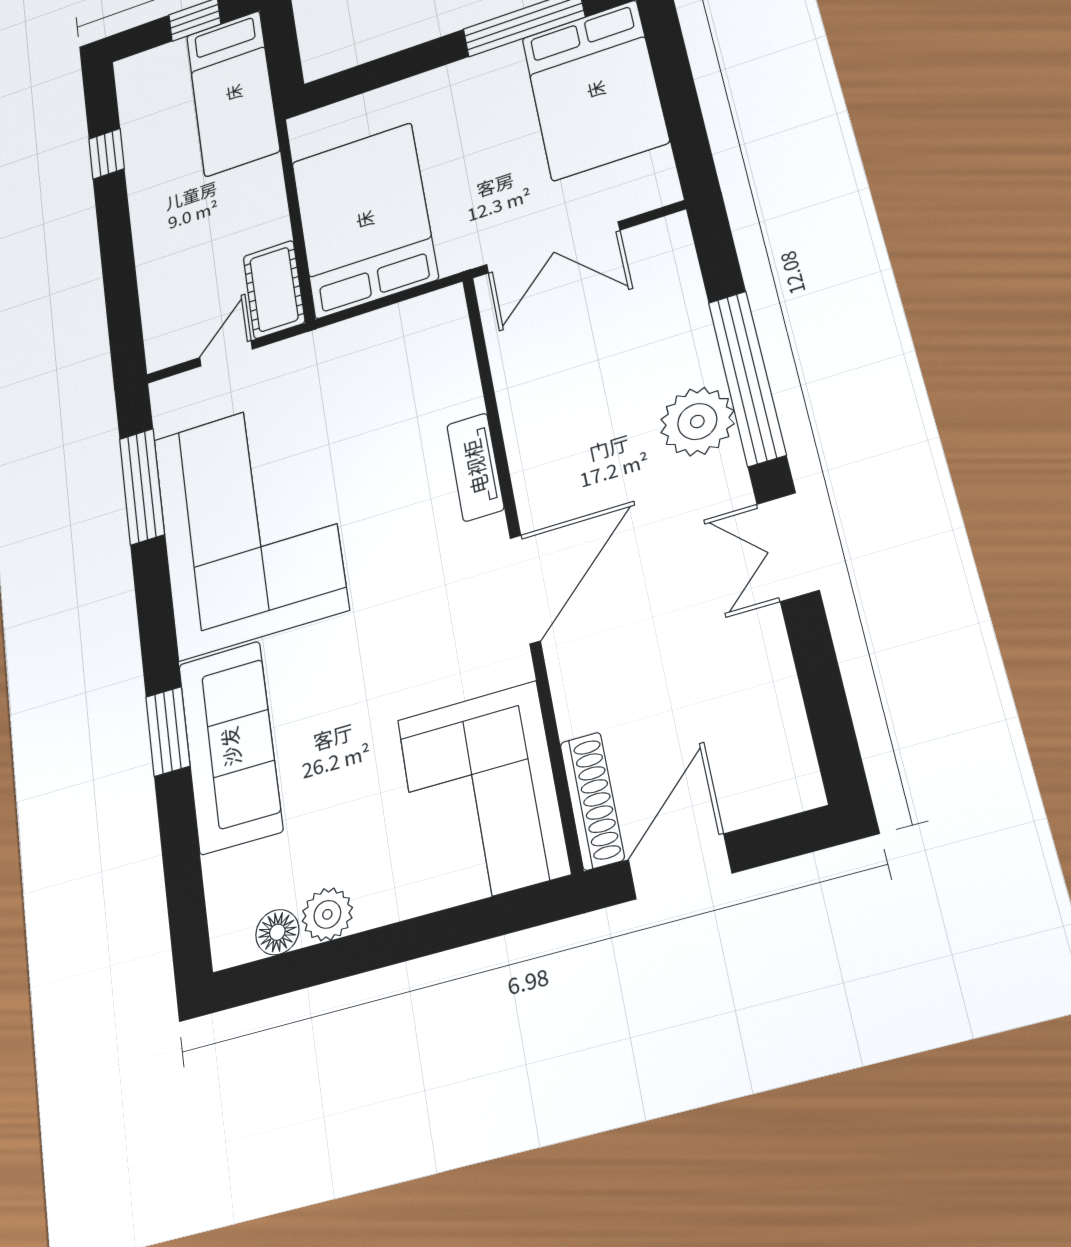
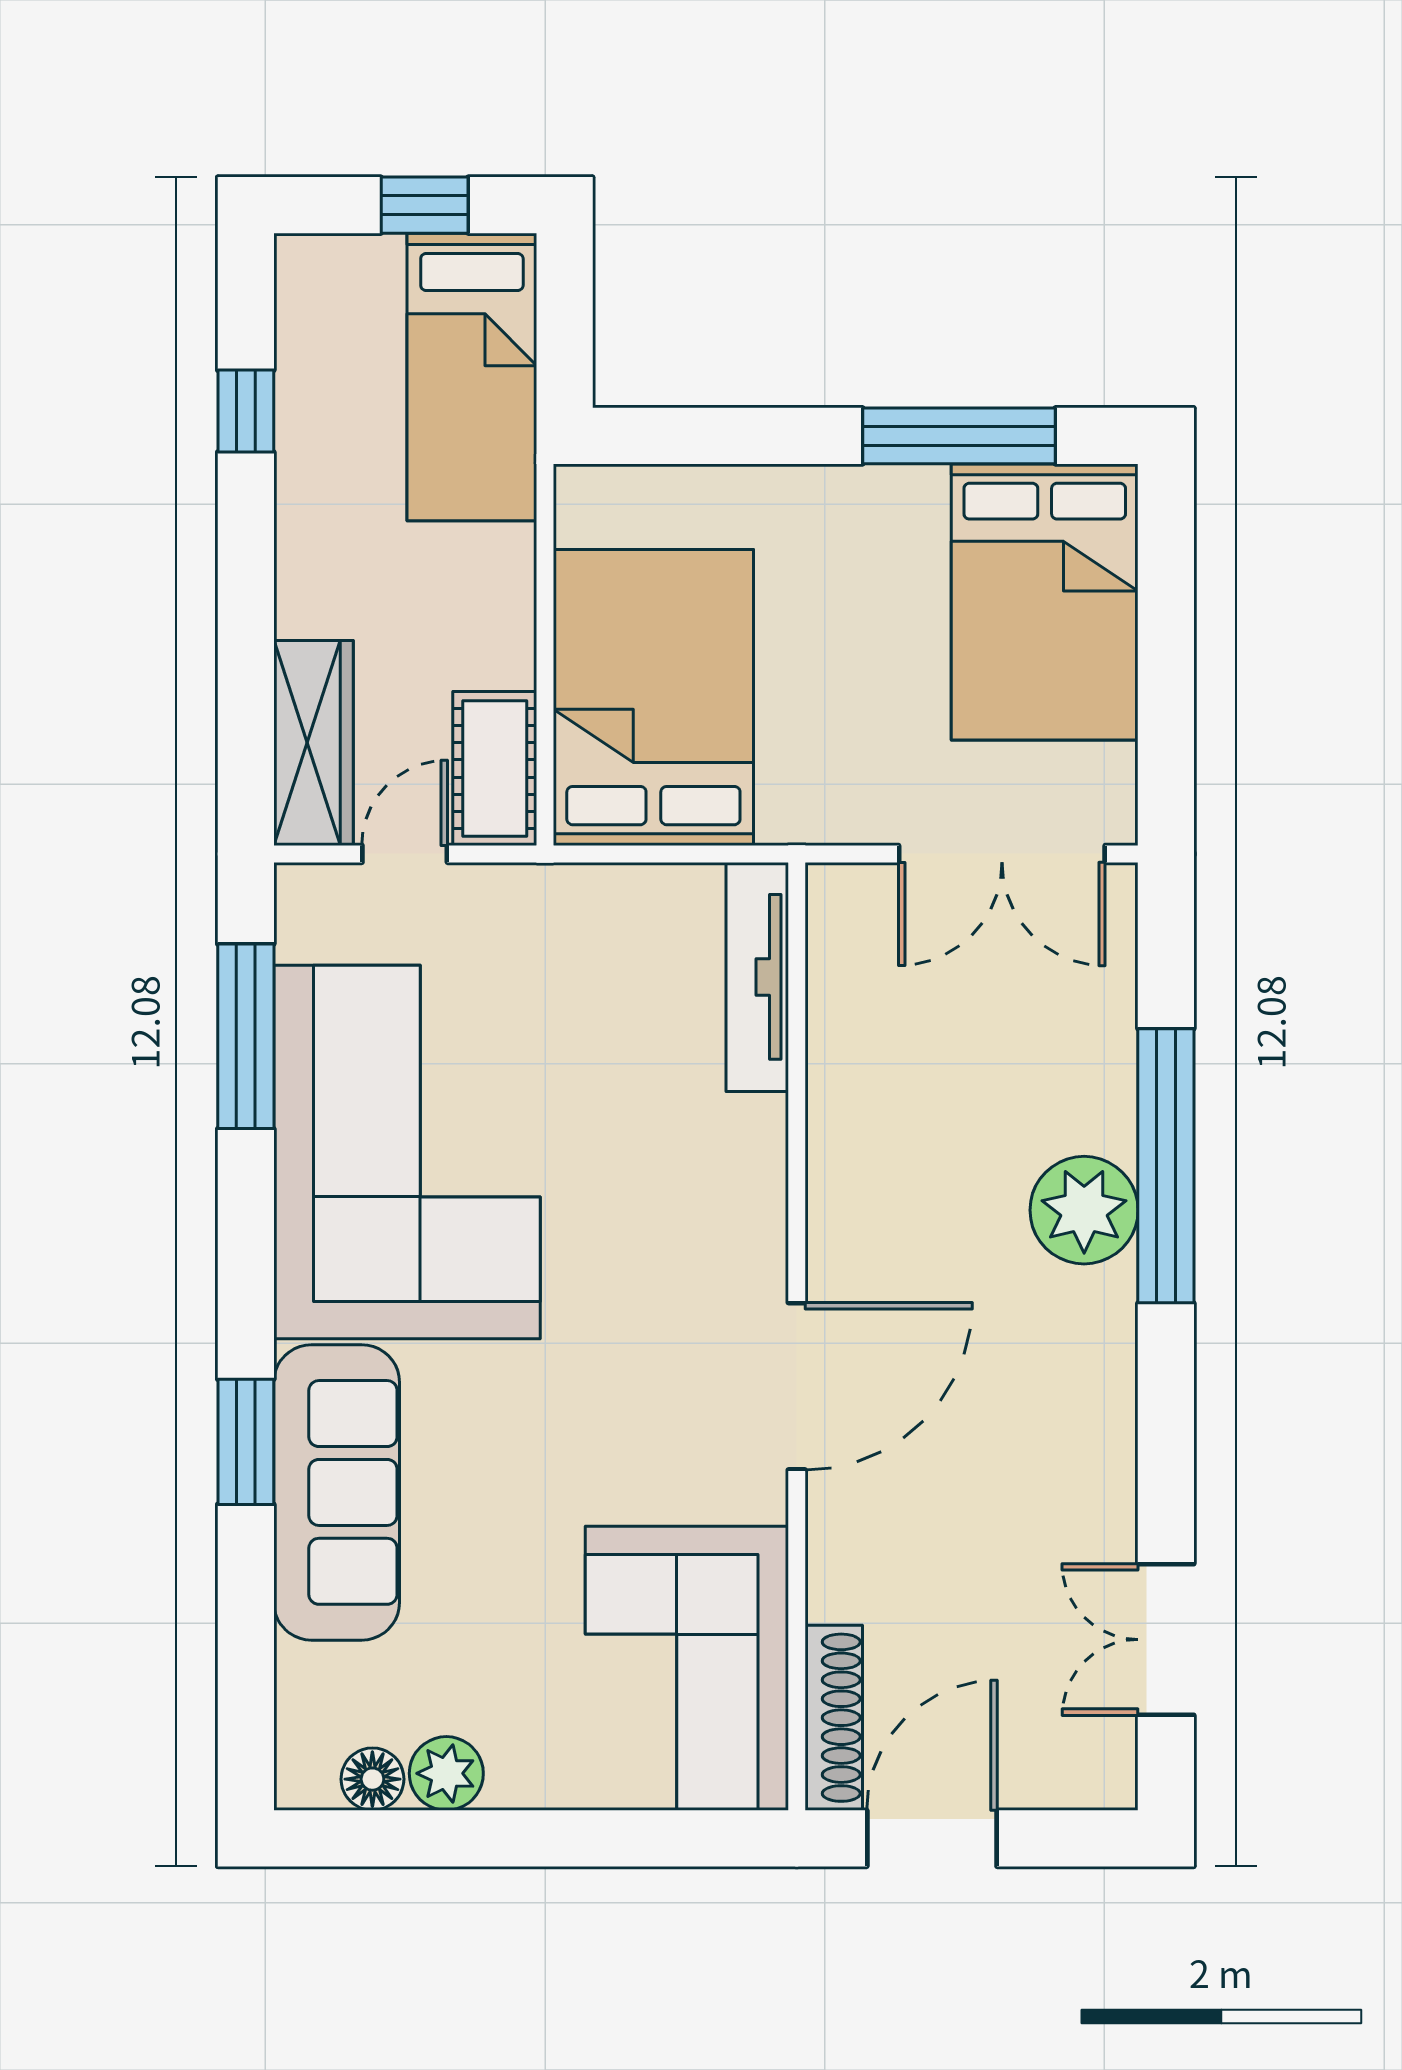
double door: (553, 247) -> (1002, 854), moved
wardrobe: (164, 311) -> (313, 743), added
tv unit: (475, 467) -> (757, 977), moved, width x1.41
double door: (788, 547) -> (1166, 1640), moved

